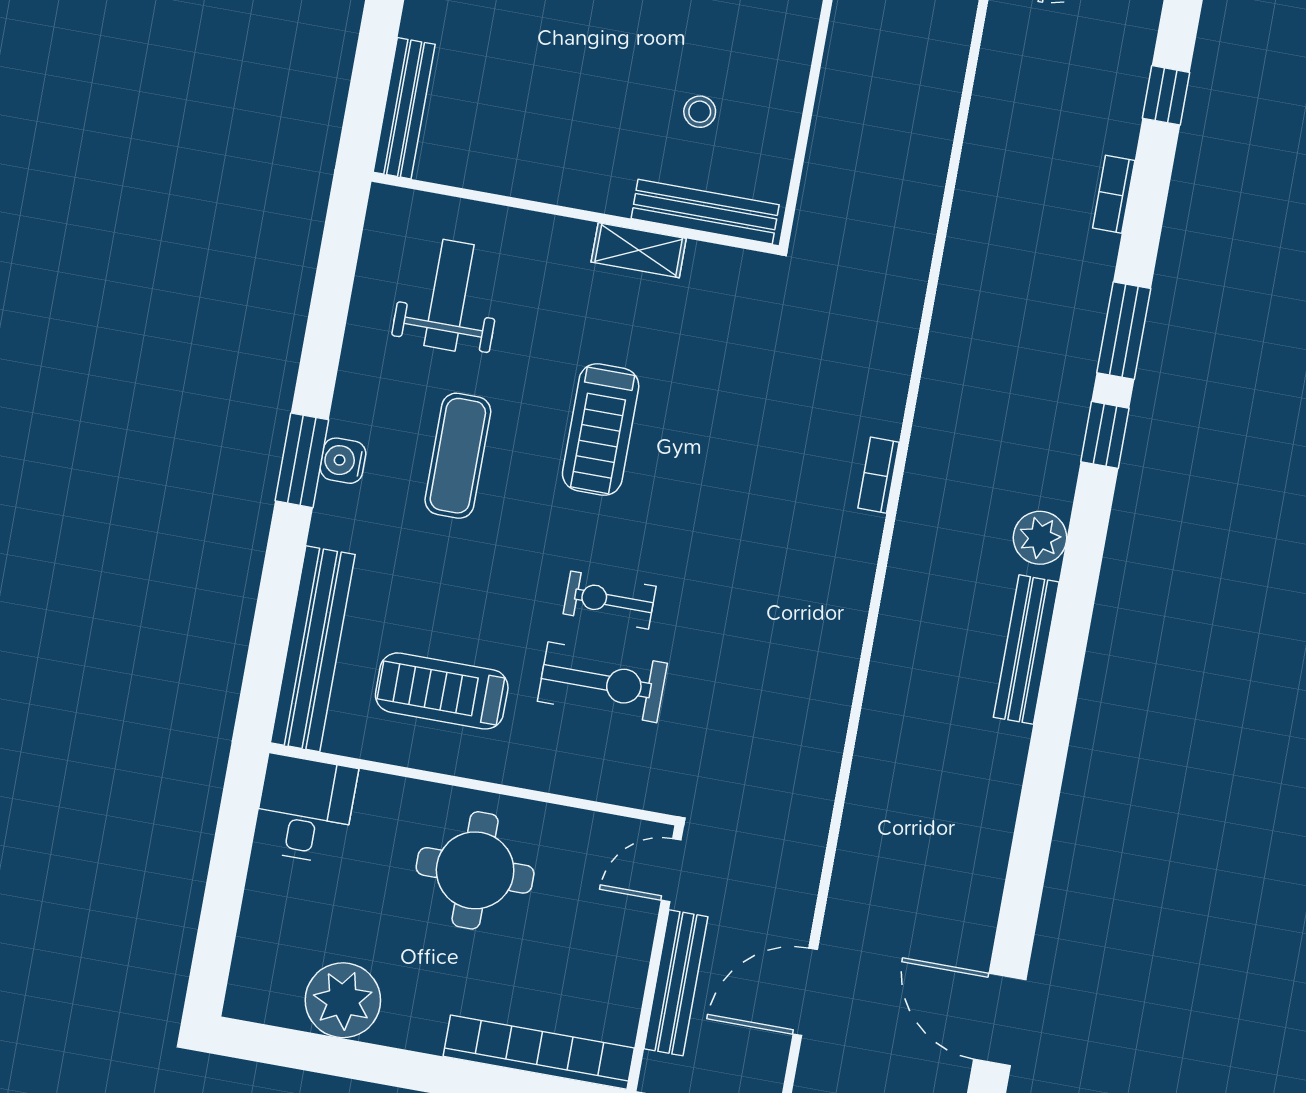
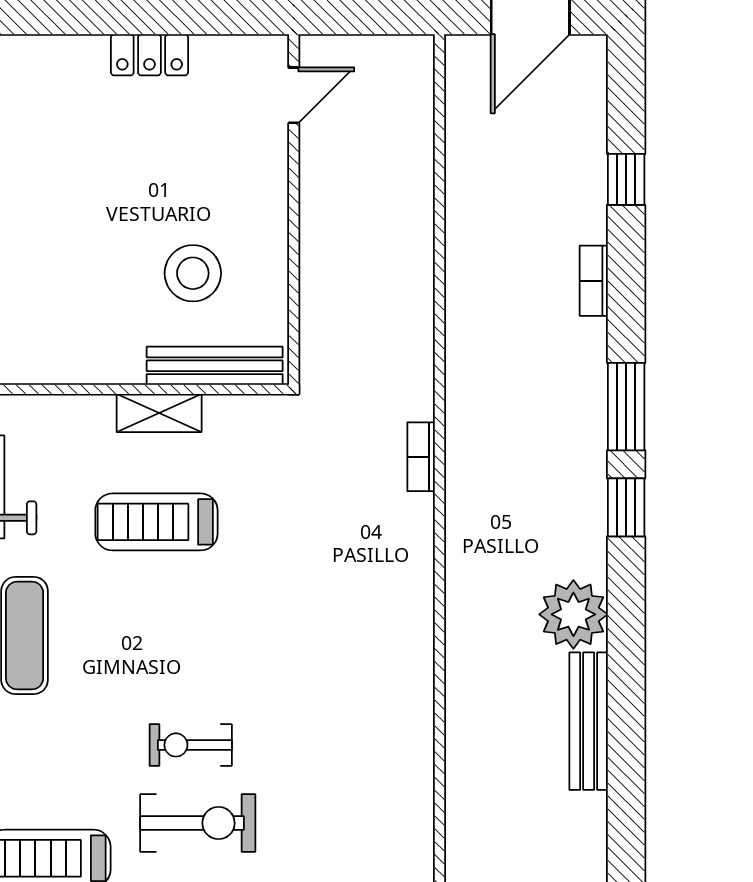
stool: (700, 112) -> (193, 273), width x1.89, depth x1.89
treadmill: (601, 429) -> (156, 522), moved, turned 90
bookcase: (878, 475) -> (421, 457), moved
plant: (1040, 538) -> (573, 614), width x1.36, depth x1.36

